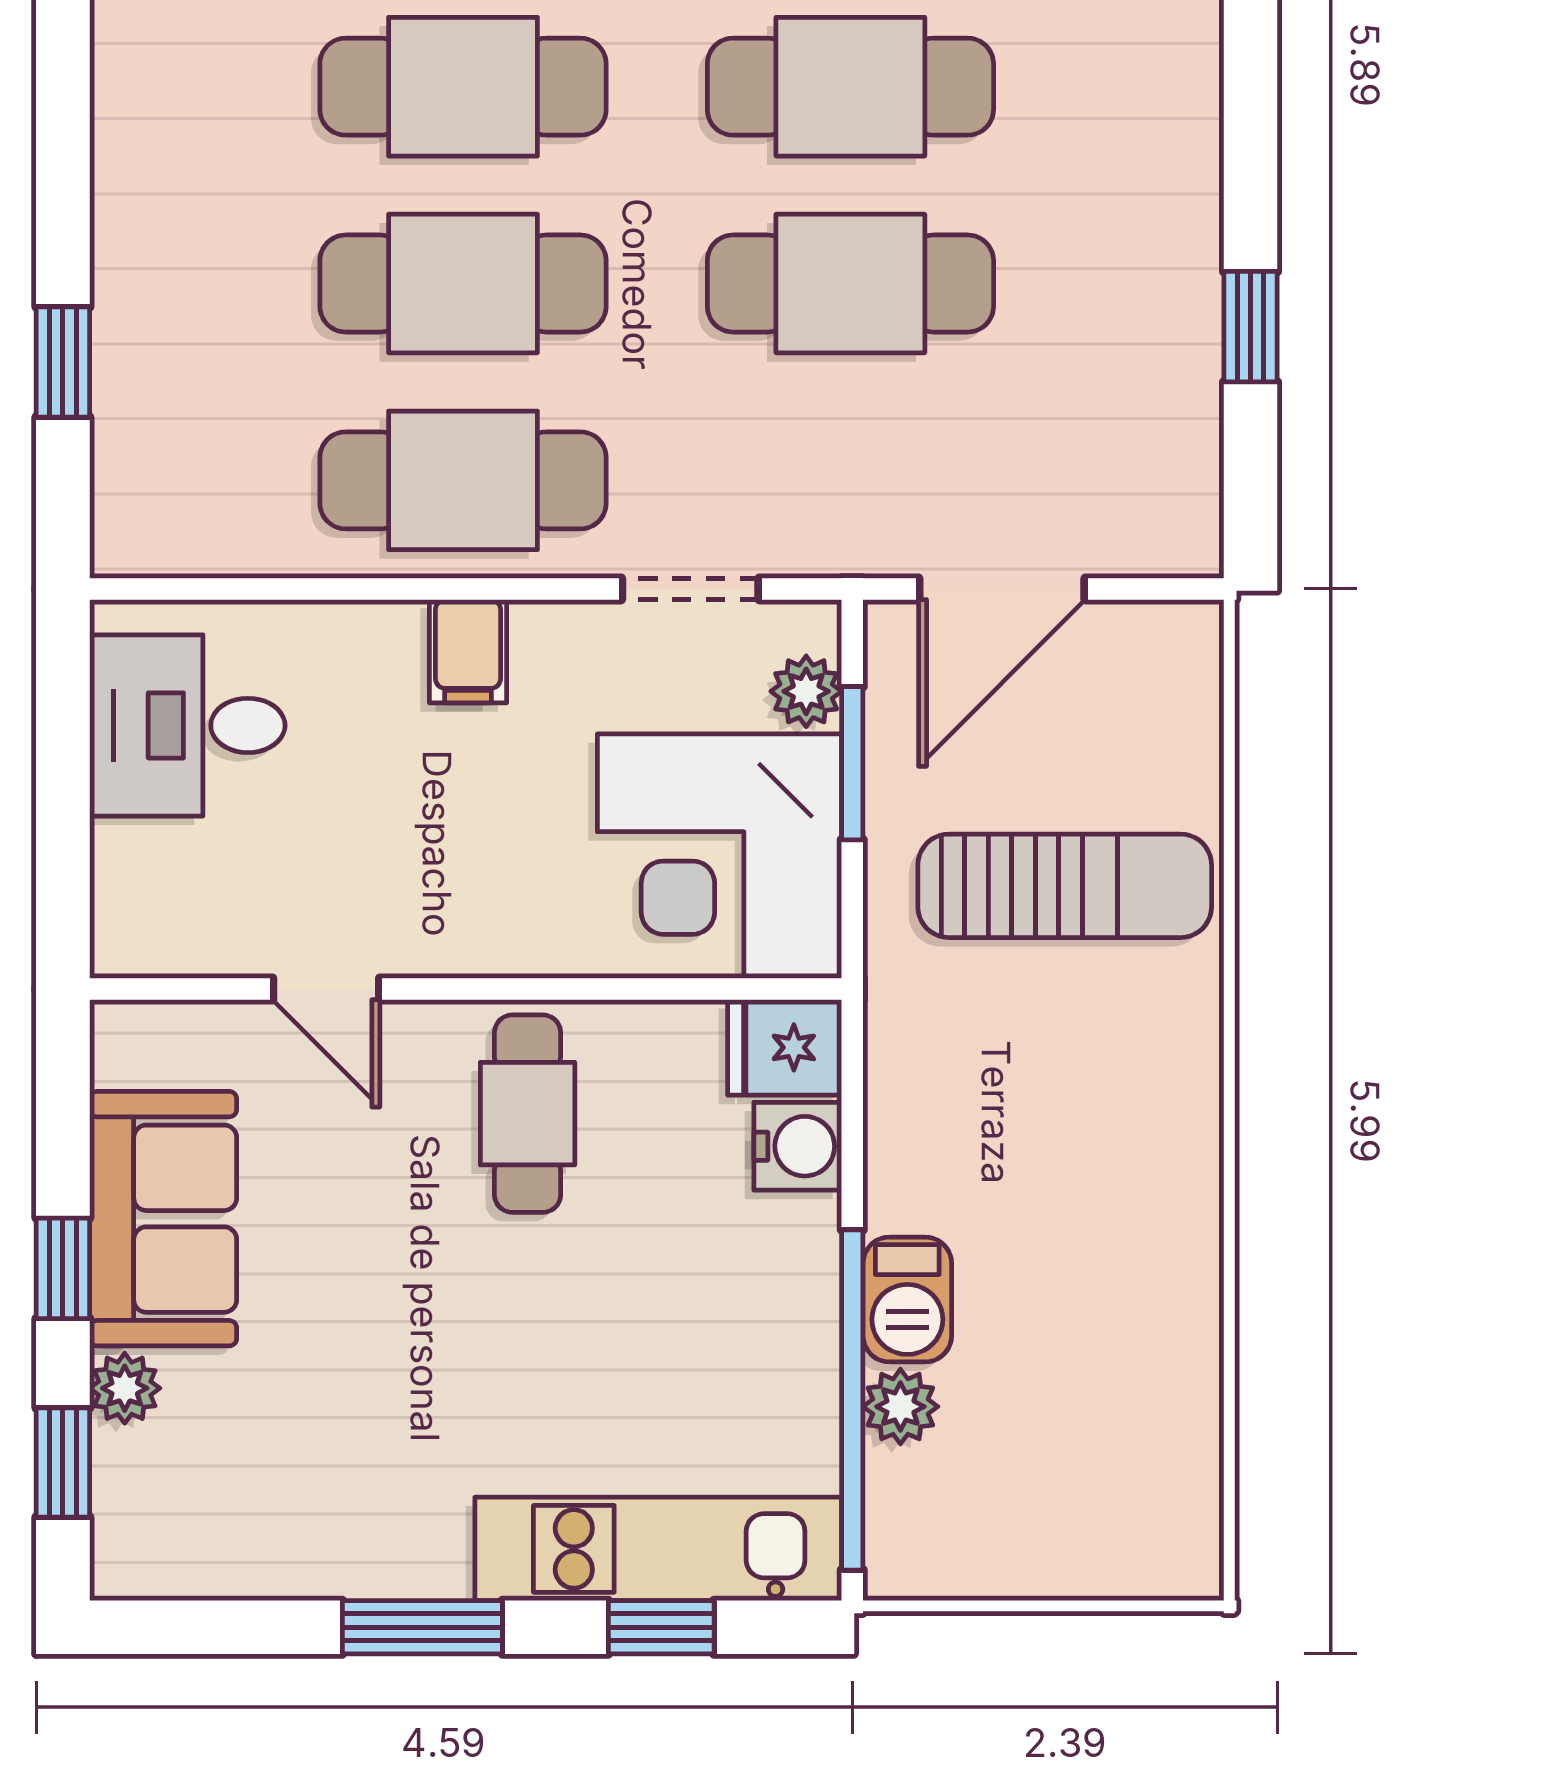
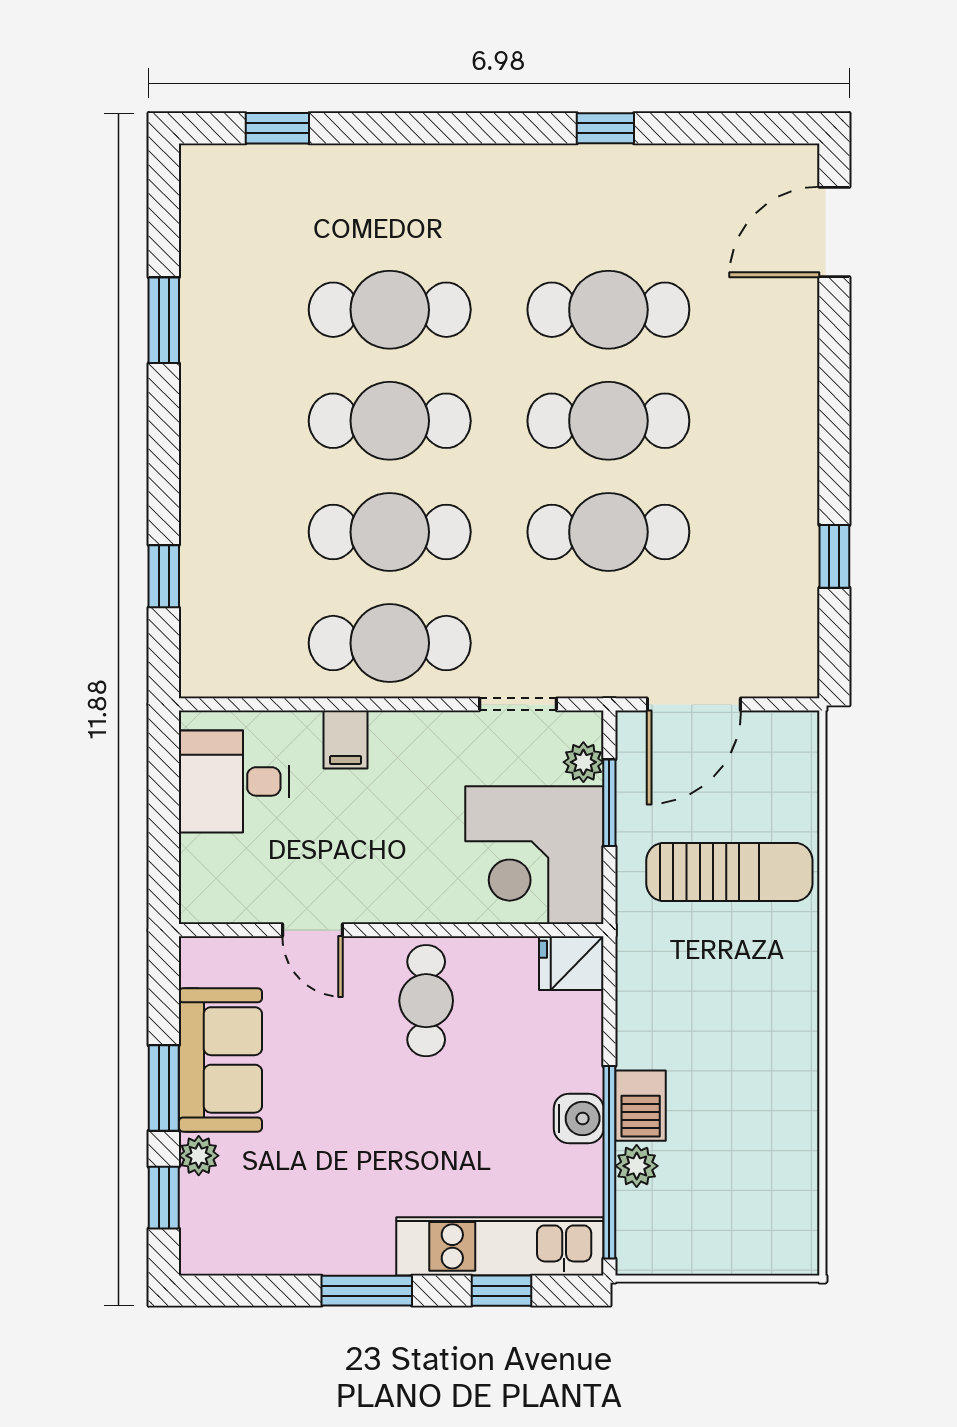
filing cabinet: (468, 651) -> (346, 740), moved
water cooler: (798, 1146) -> (579, 1119), moved
window: (63, 1268) -> (164, 1088), width x1.50

